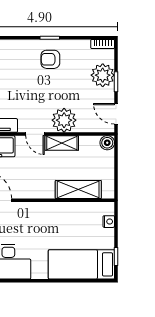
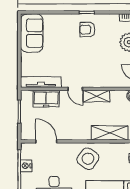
plant: (64, 120) -> (98, 78), removed
side table: (51, 222) -> (88, 159), added

